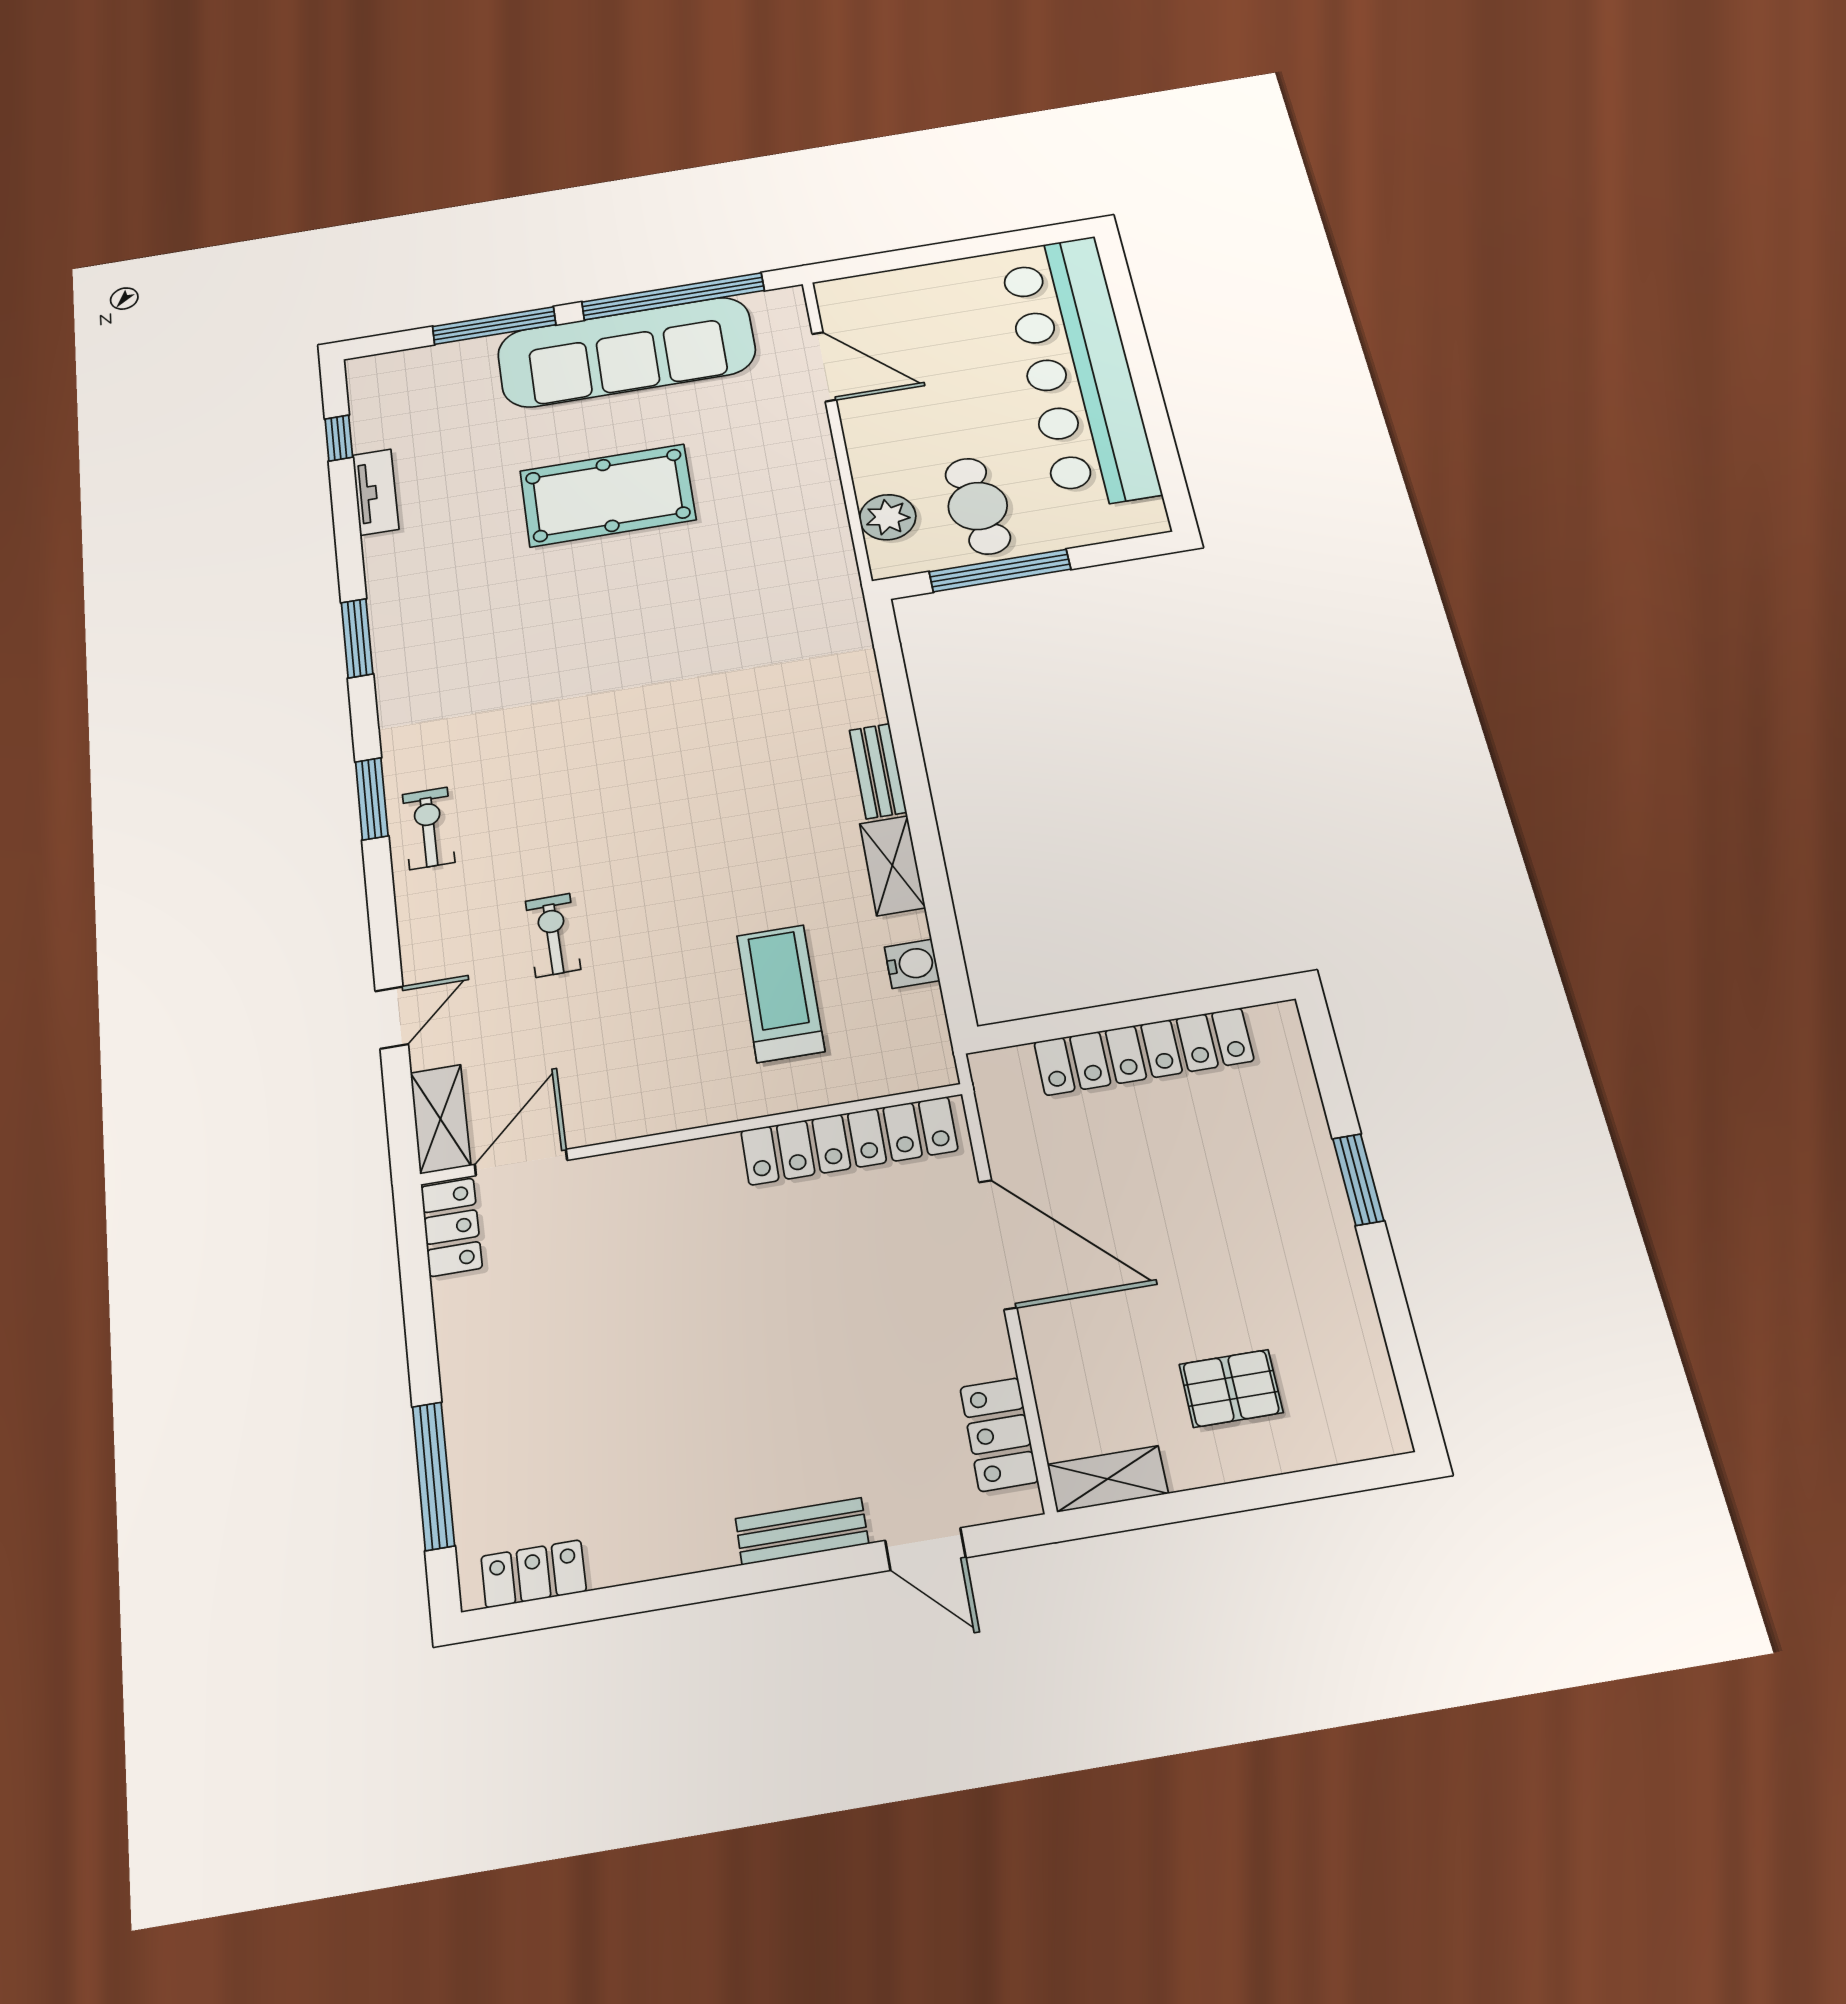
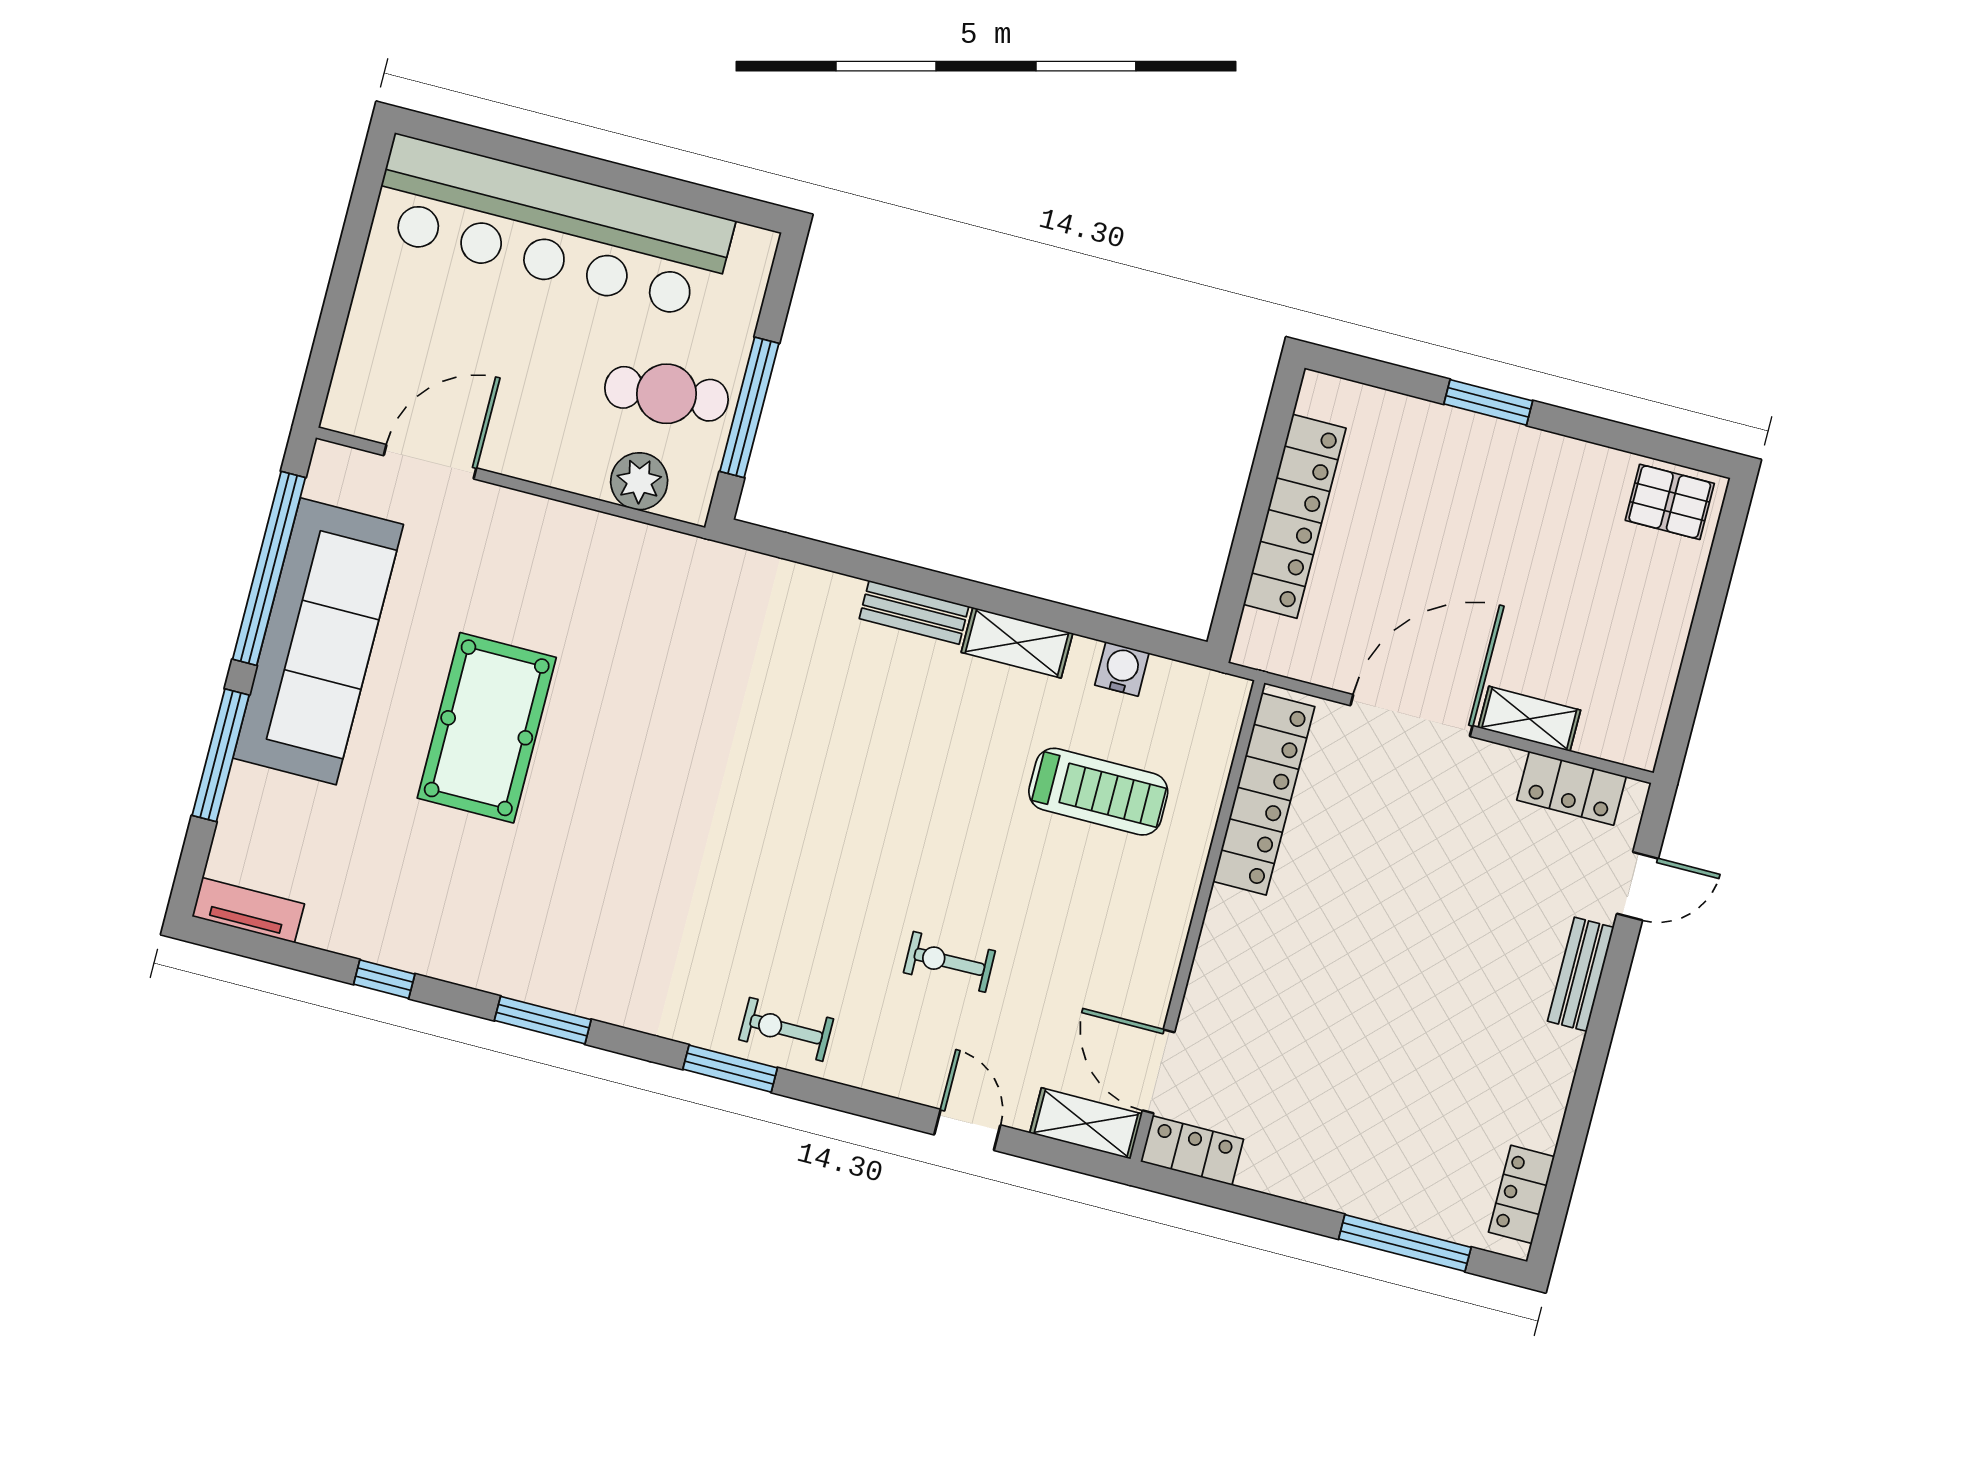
window: (339, 438) -> (384, 979), moved
tv unit: (376, 492) -> (248, 910), moved
treadmill: (780, 993) -> (1098, 792), turned 180
pallet: (1231, 1388) -> (1670, 502), moved, turned 90
shelving: (1108, 1479) -> (1529, 719), moved, turned 90

